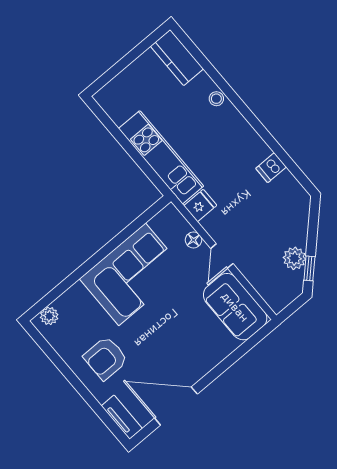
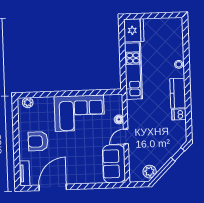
kitchen counter: (177, 58) -> (178, 93), moved
fridge: (200, 206) -> (134, 30), moved, width x1.88, depth x1.34
plant: (294, 258) -> (150, 172), moved
window: (309, 268) -> (178, 154), moved
door: (176, 406) -> (53, 187), hinge flipped

